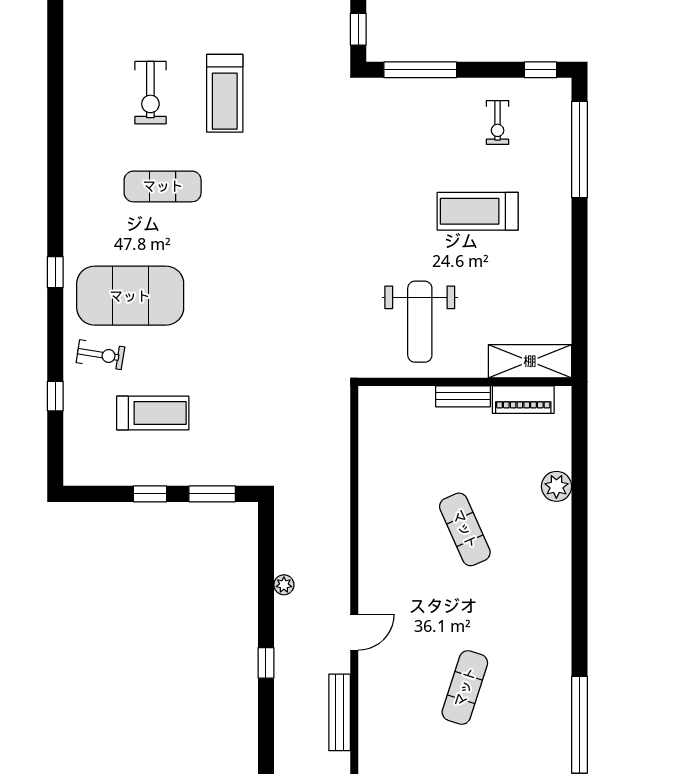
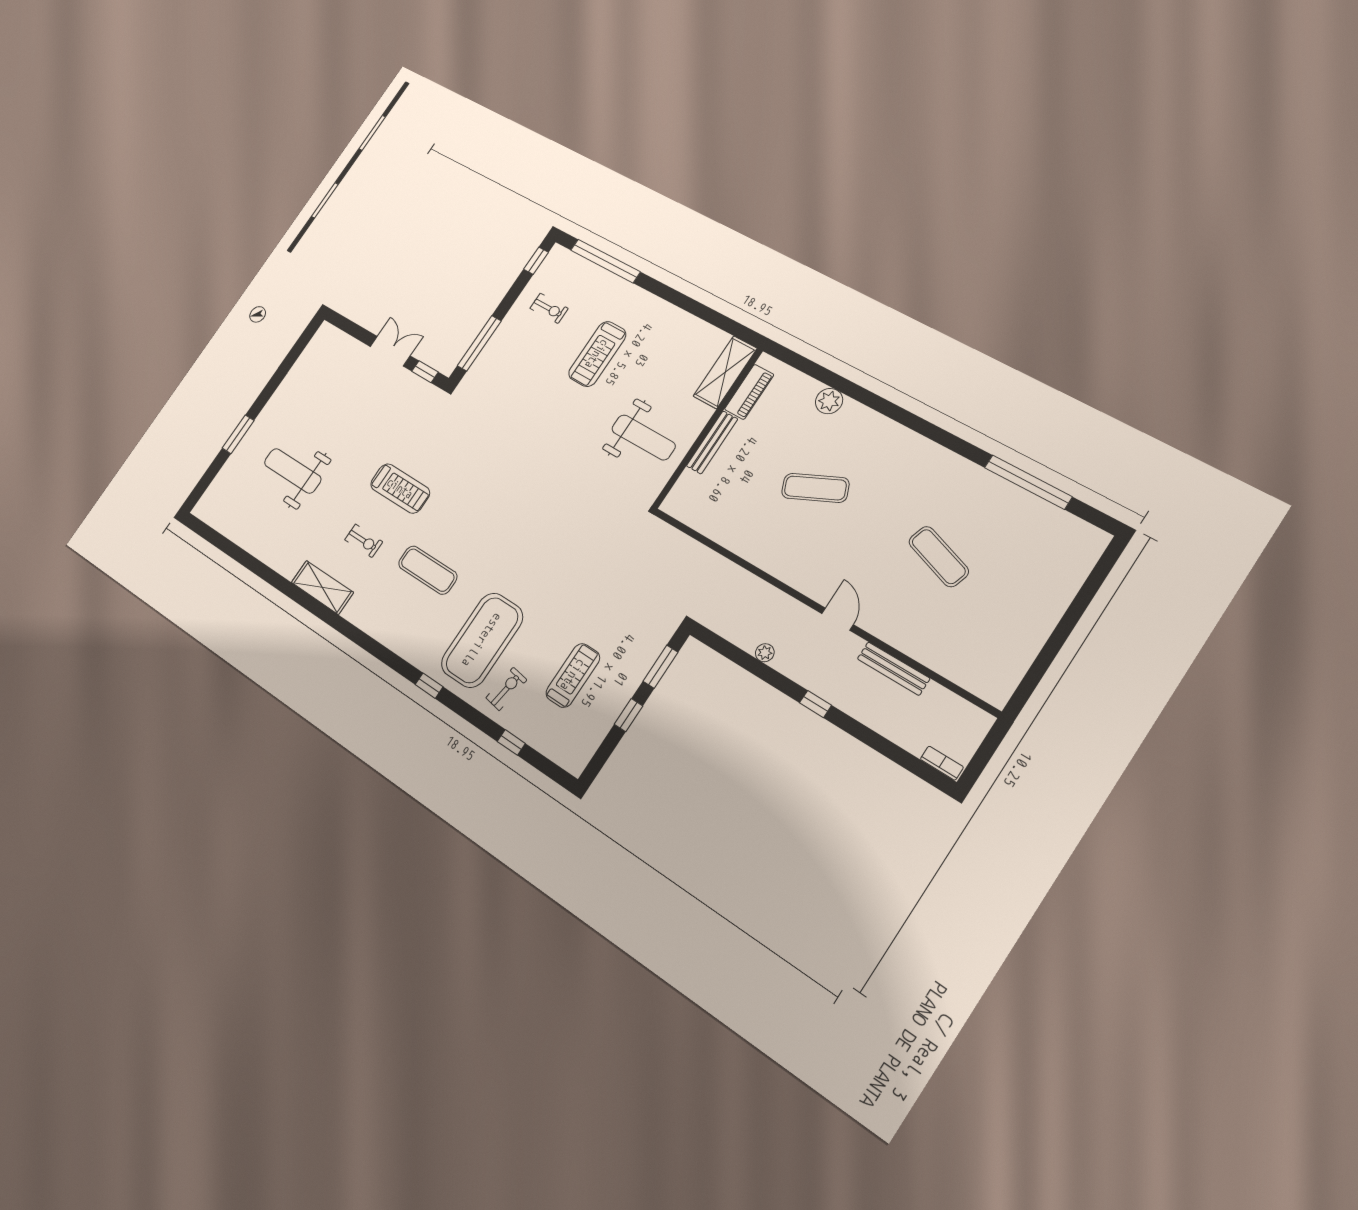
shelving: (79, 82) -> (322, 587), added
exercise bike: (150, 93) -> (364, 541), width x0.73, depth x0.72
exercise mat: (163, 186) -> (428, 570), turned 90
bench: (463, 396) -> (712, 442), width x1.36

